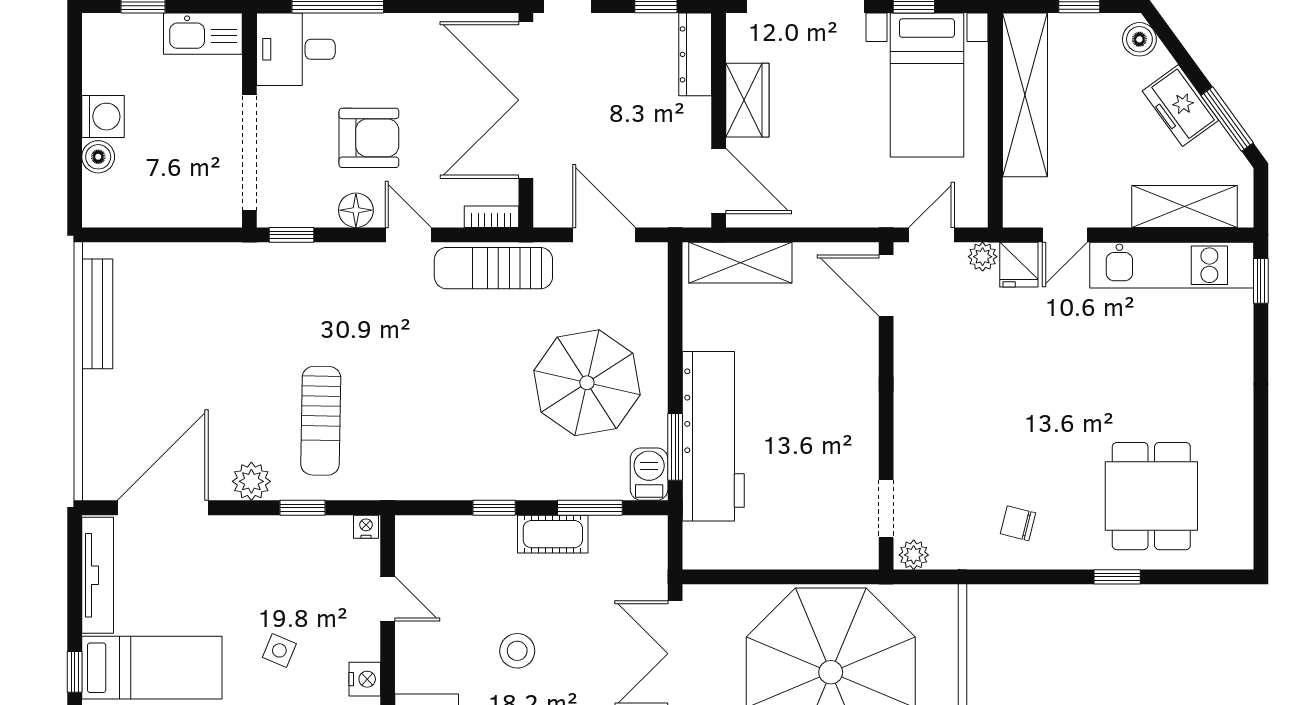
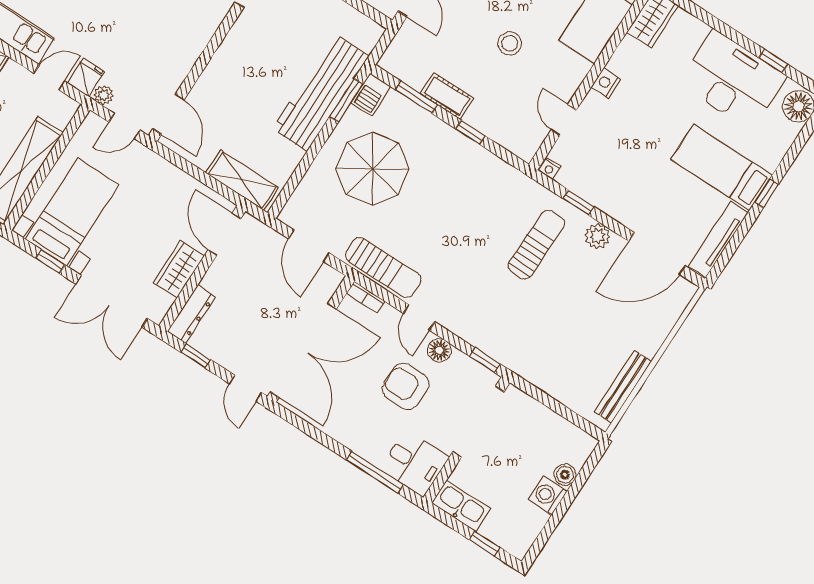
side table: (279, 650) -> (644, 130), removed

